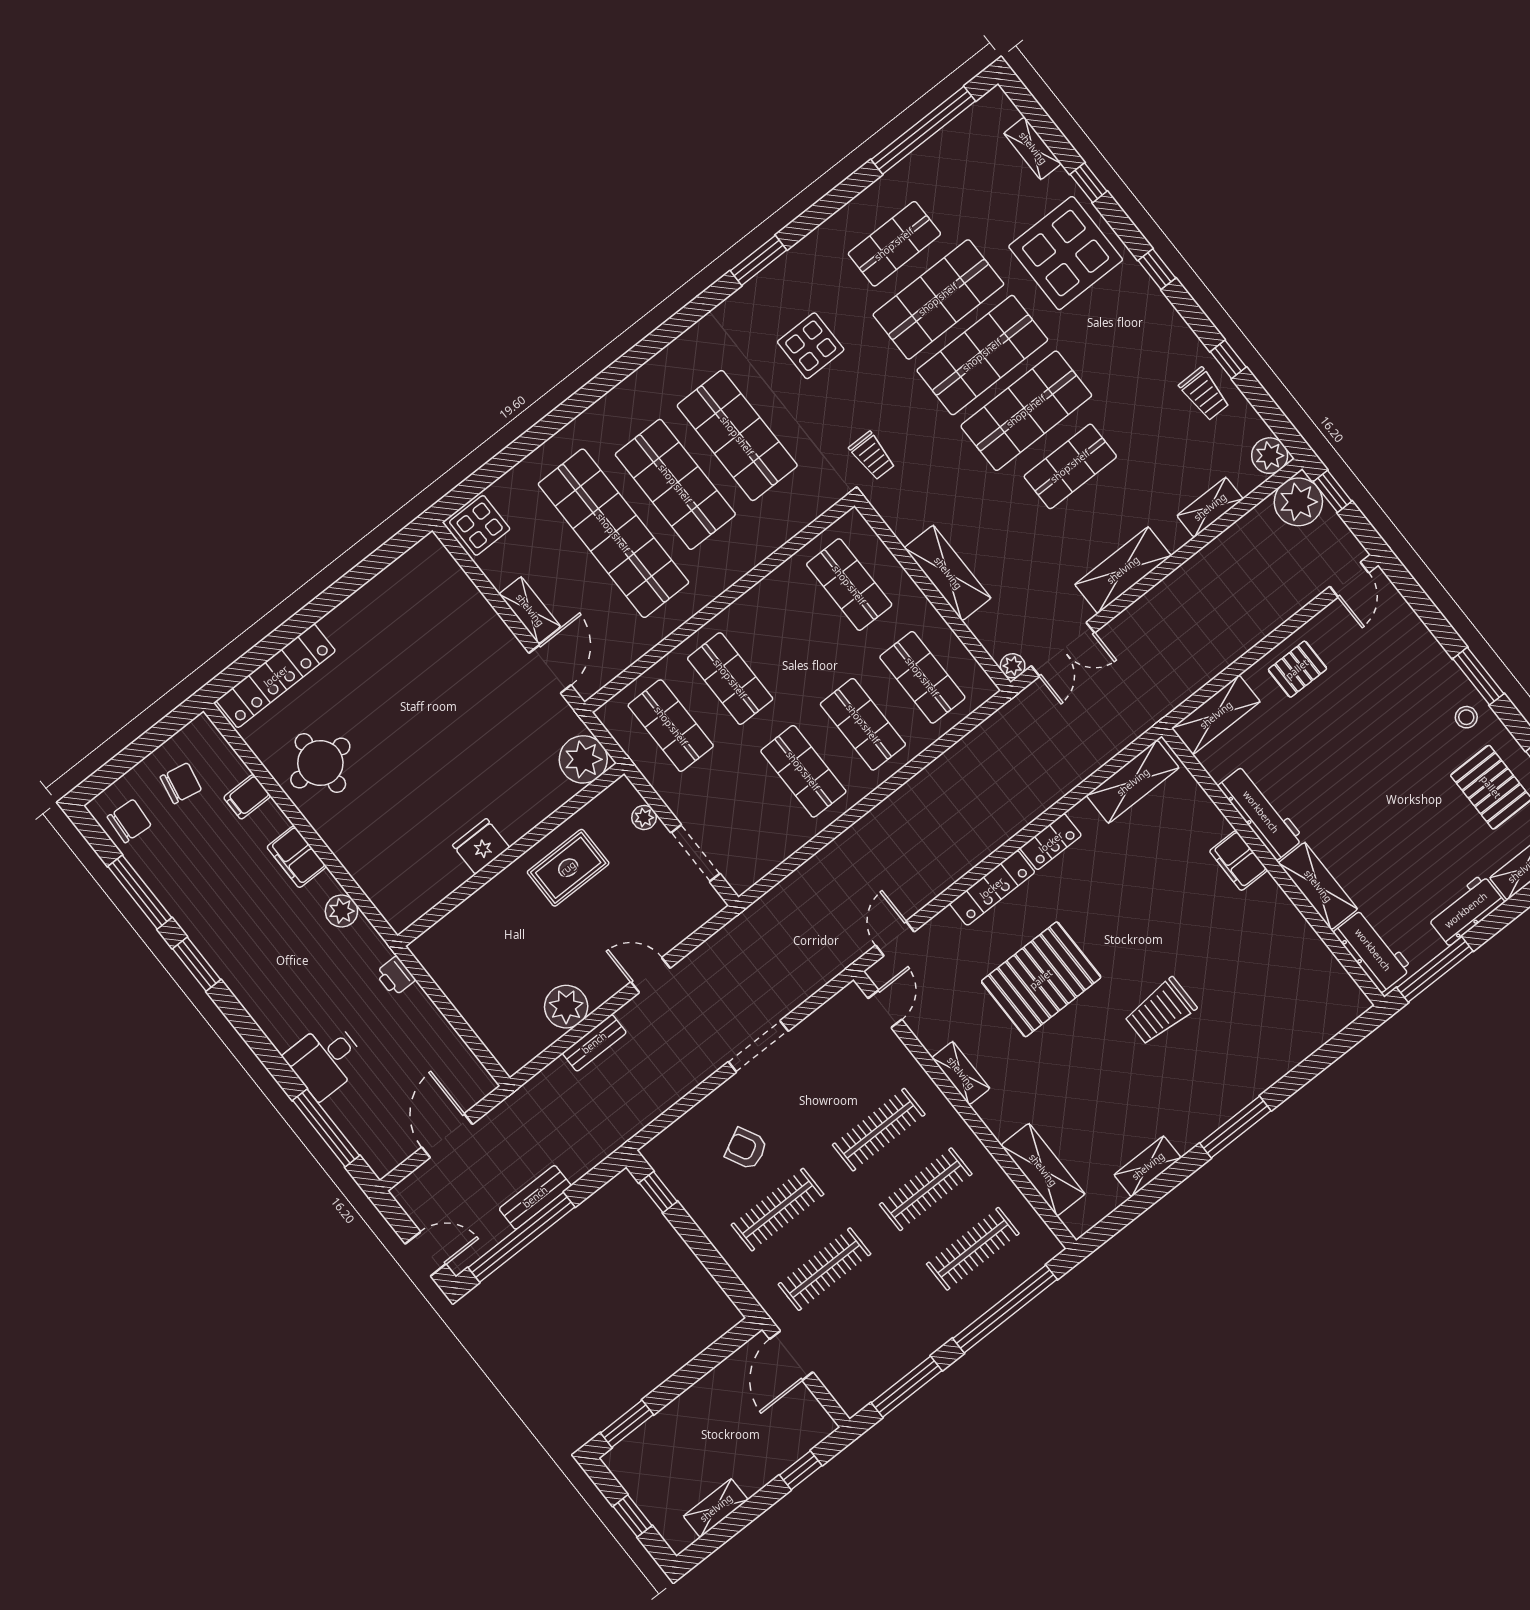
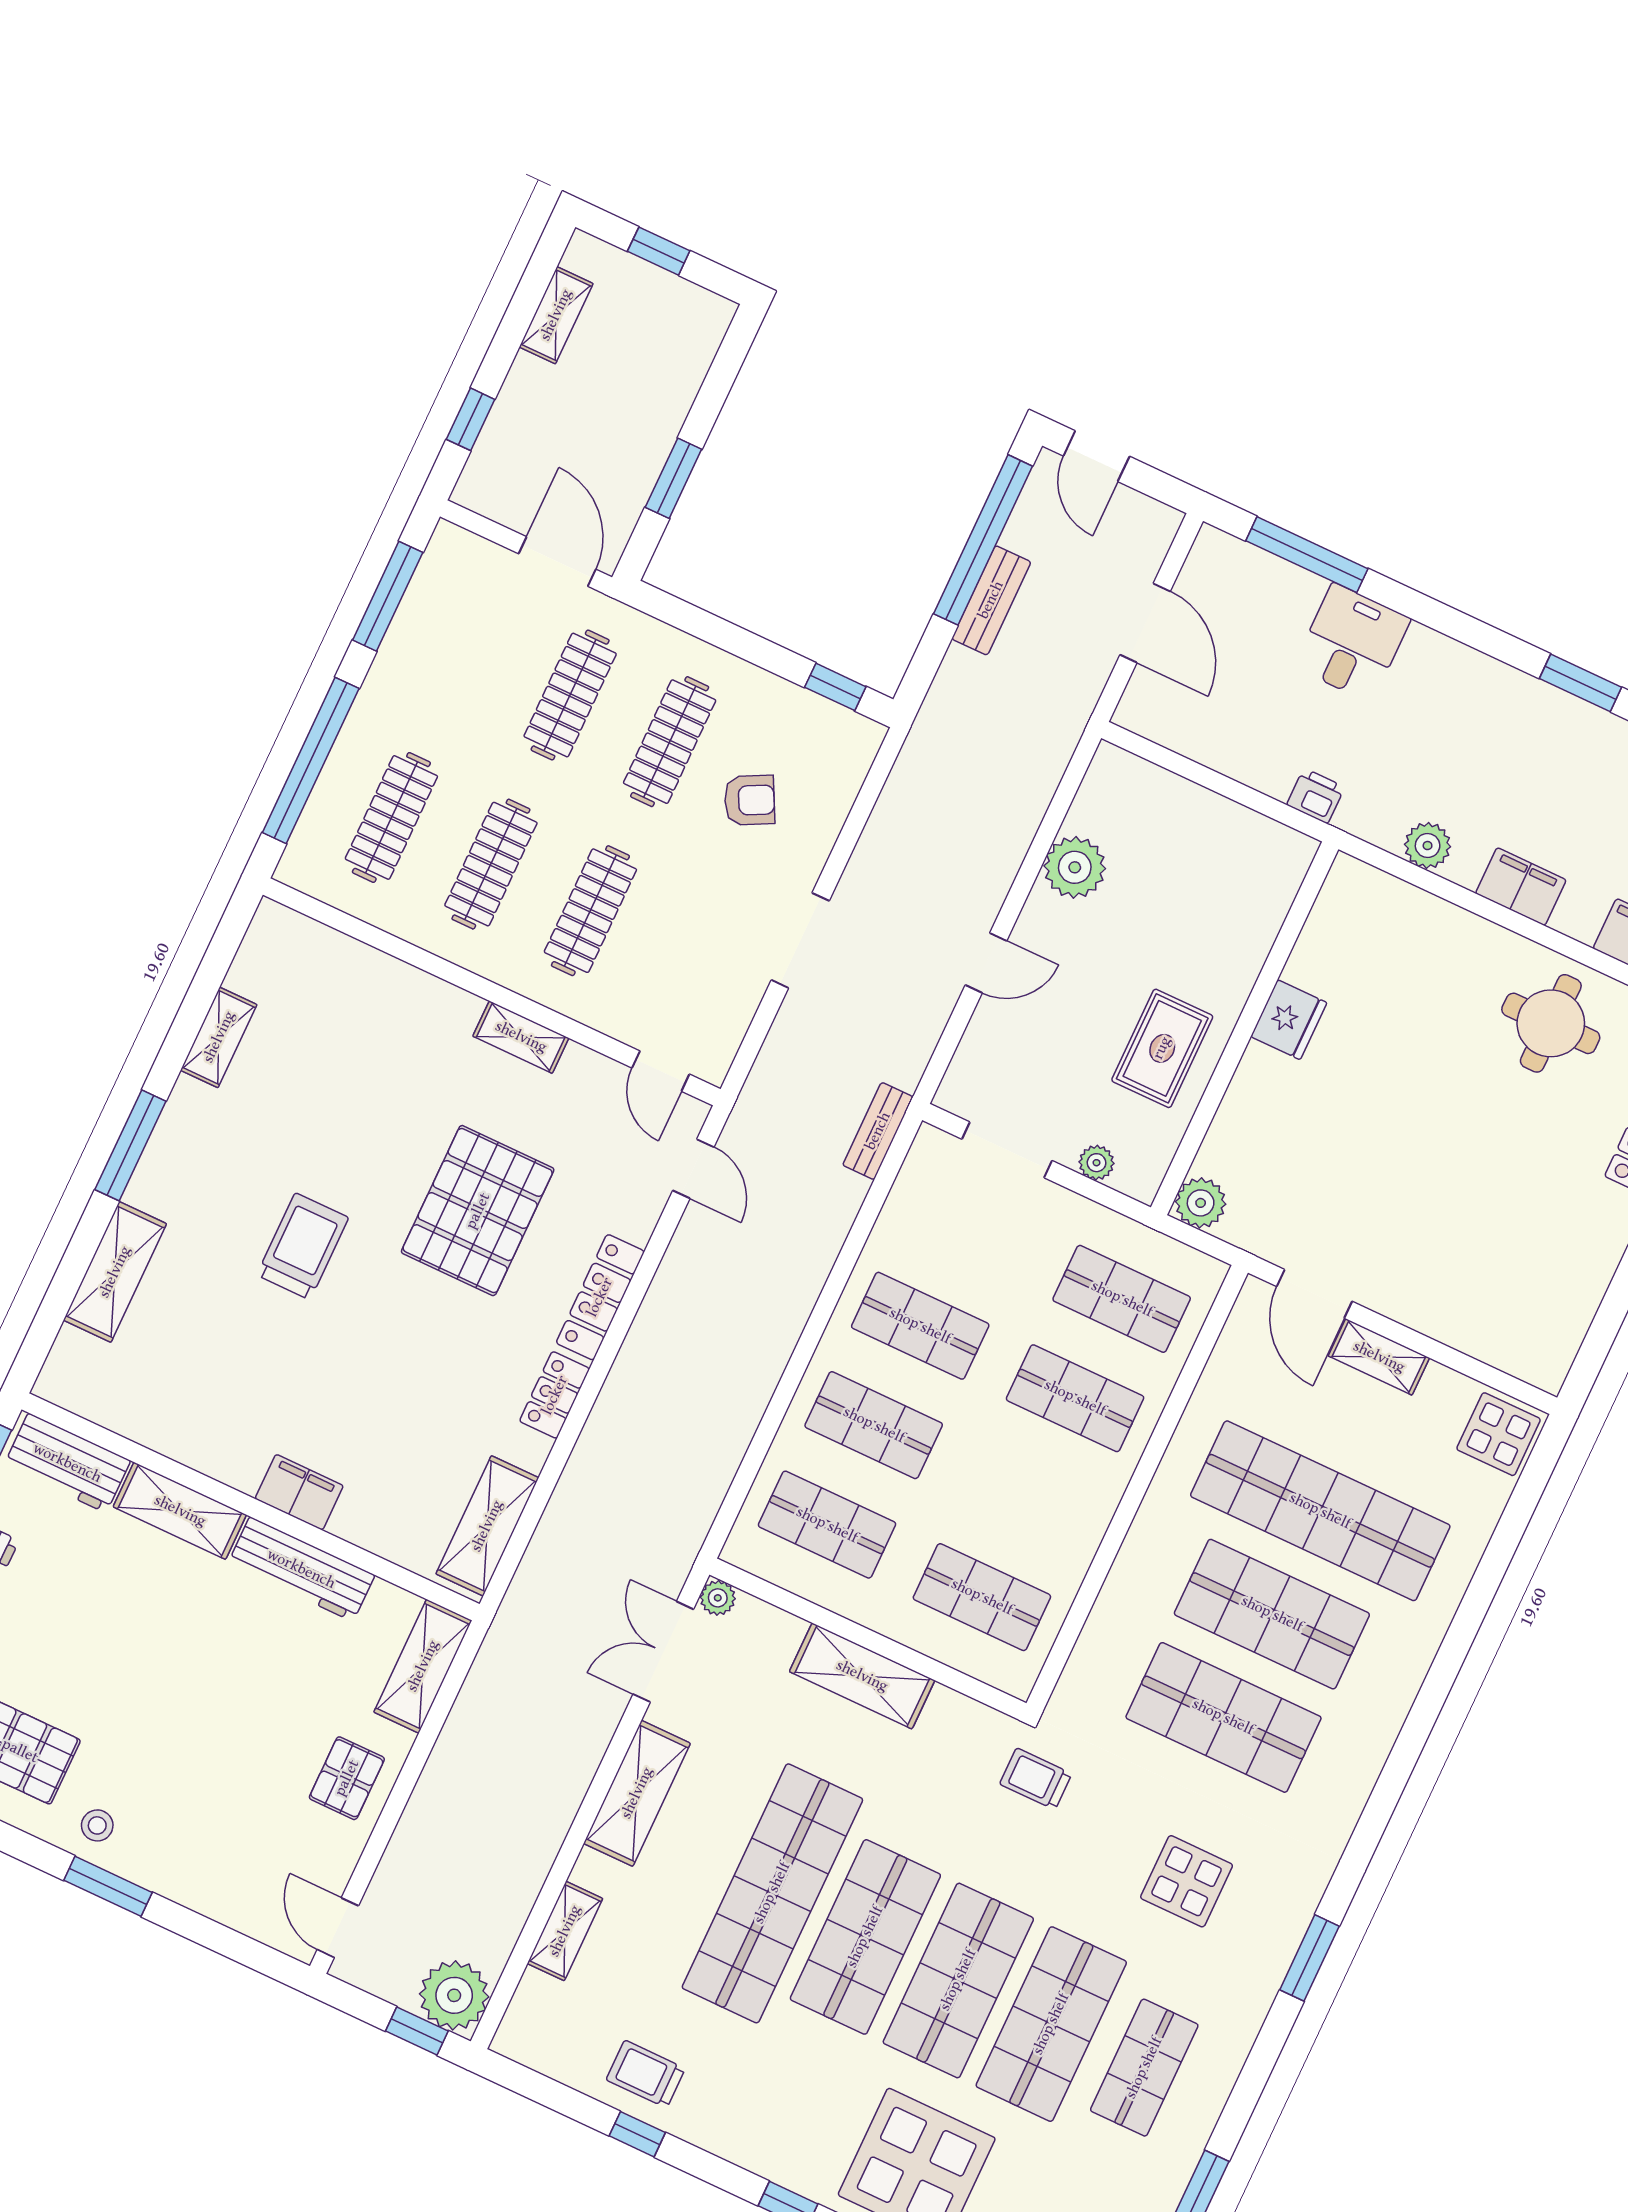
plant: (1270, 456) -> (521, 2037), removed
shop shelf: (1070, 466) -> (772, 1893), width x2.00, depth x1.36
plant: (583, 759) -> (1201, 1203), width x0.73, depth x0.73
bench: (594, 1043) -> (878, 1131), moved
shelving: (1043, 1170) -> (115, 1272), moved, turned 90
door: (426, 1254) -> (1096, 456), hinge flipped
window: (627, 1424) -> (673, 478), moved

